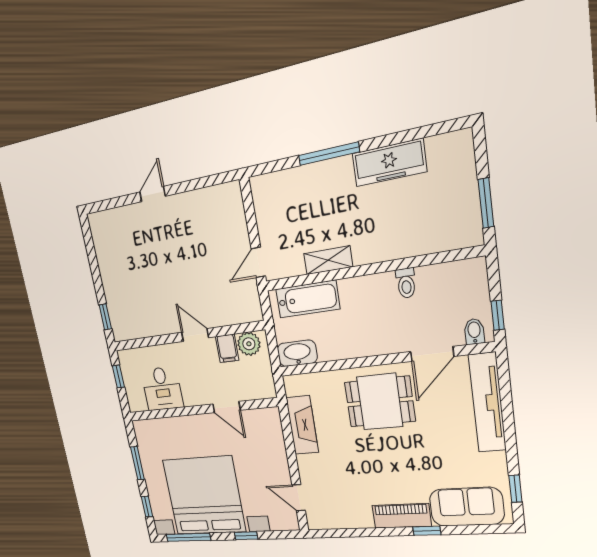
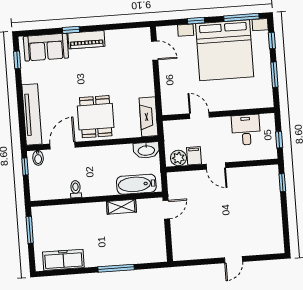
freezer: (389, 163) -> (63, 260), moved
dining table: (380, 402) -> (96, 117), turned 90
fireplace: (302, 425) -> (148, 117), moved

